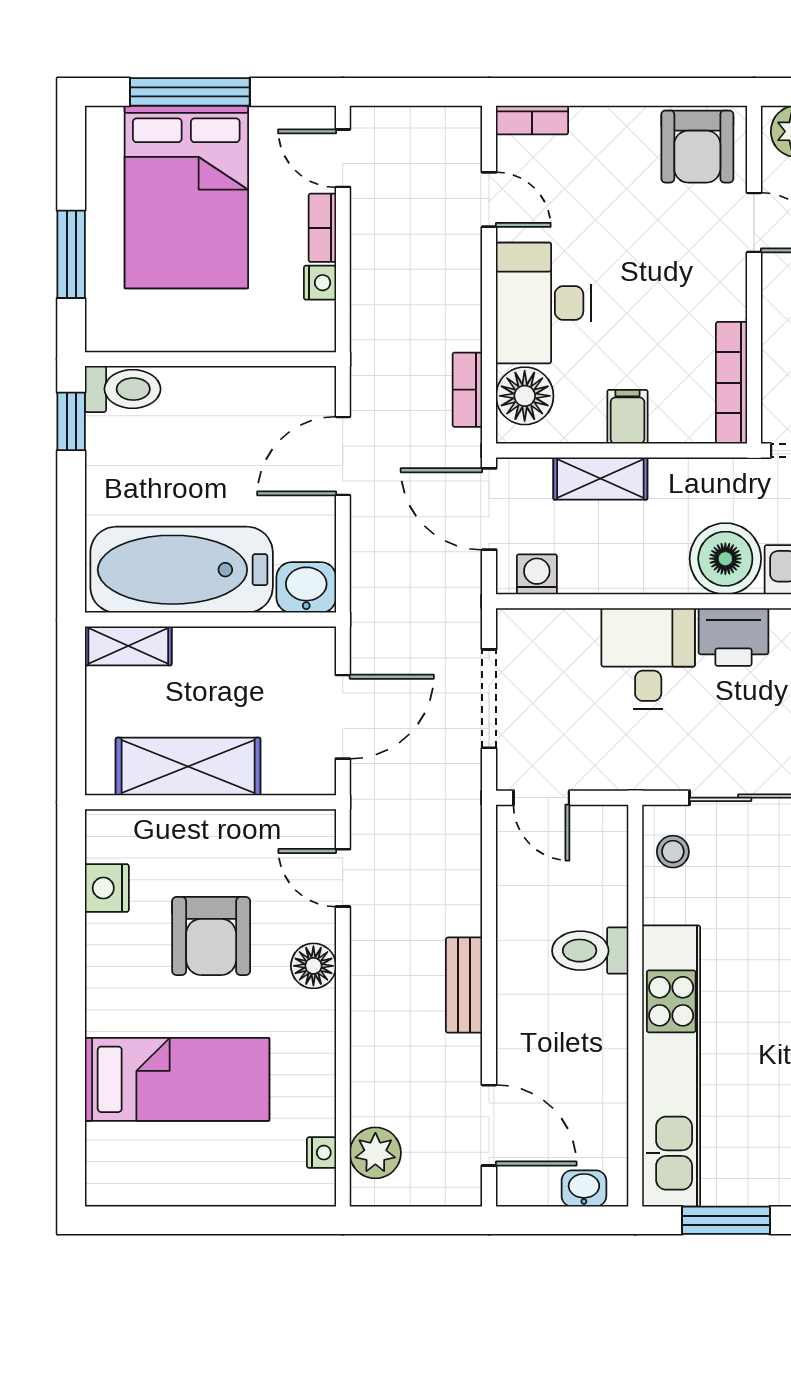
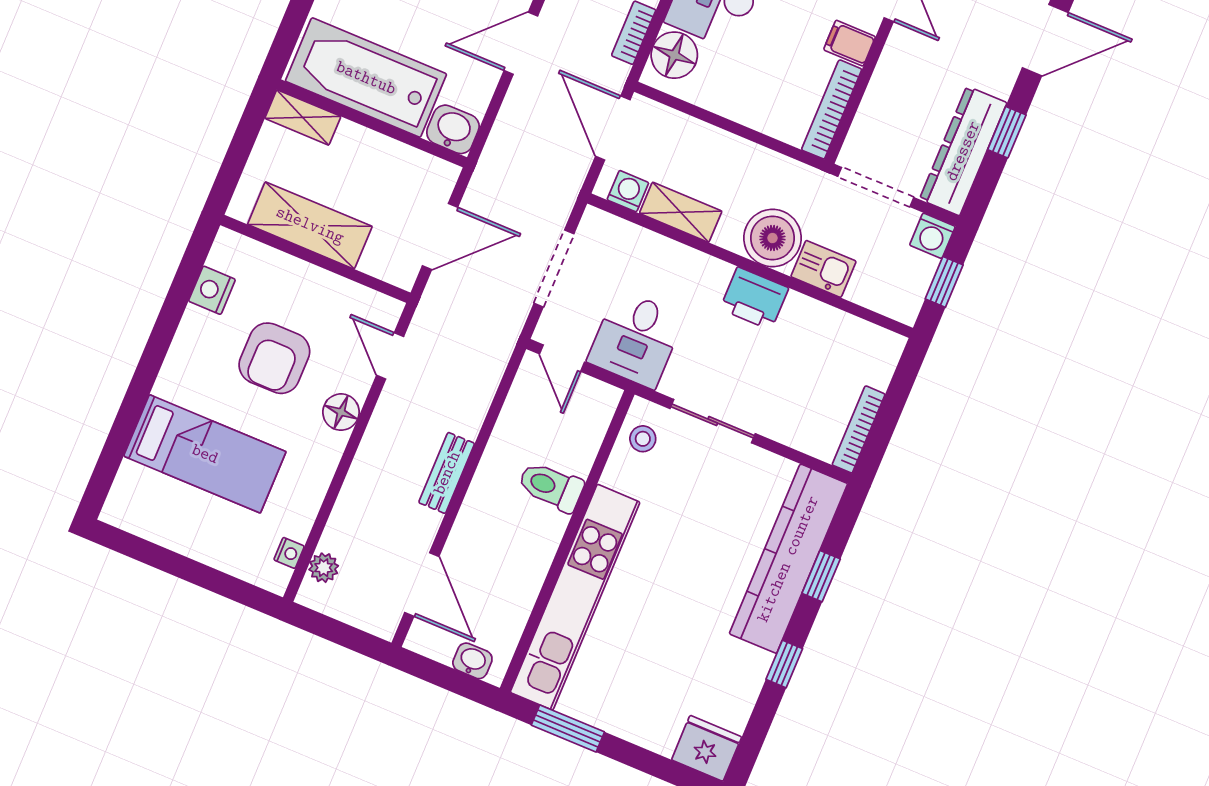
filing cabinet: (627, 417) -> (850, 43), moved, turned -90
shelving: (600, 479) -> (681, 212), moved
desk: (648, 659) -> (636, 339), moved, turned 180
plant: (375, 1153) -> (324, 568), width x0.73, depth x0.73

